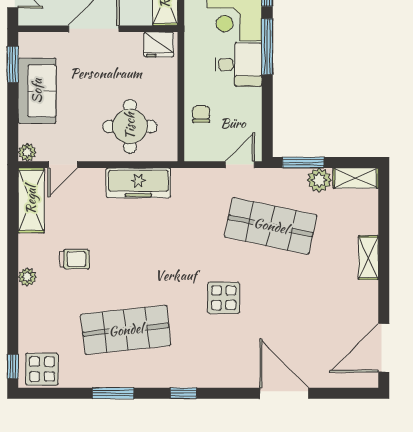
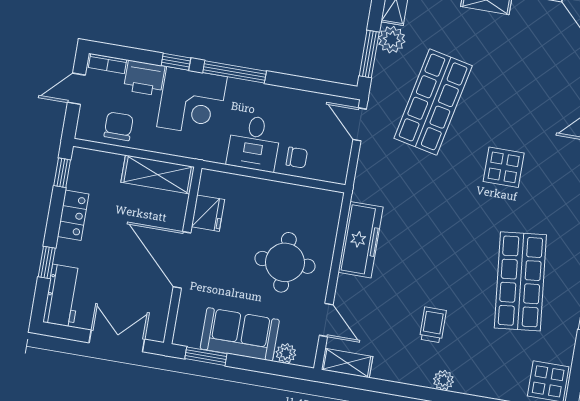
fridge: (159, 45) -> (208, 213), moved
desk: (238, 64) -> (254, 143), moved, turned 180
chair: (201, 114) -> (297, 158), turned 180
round table: (130, 126) -> (285, 262), moved
plant: (27, 152) -> (286, 353), moved
shelving: (31, 200) -> (347, 363), width x0.67, depth x0.75

